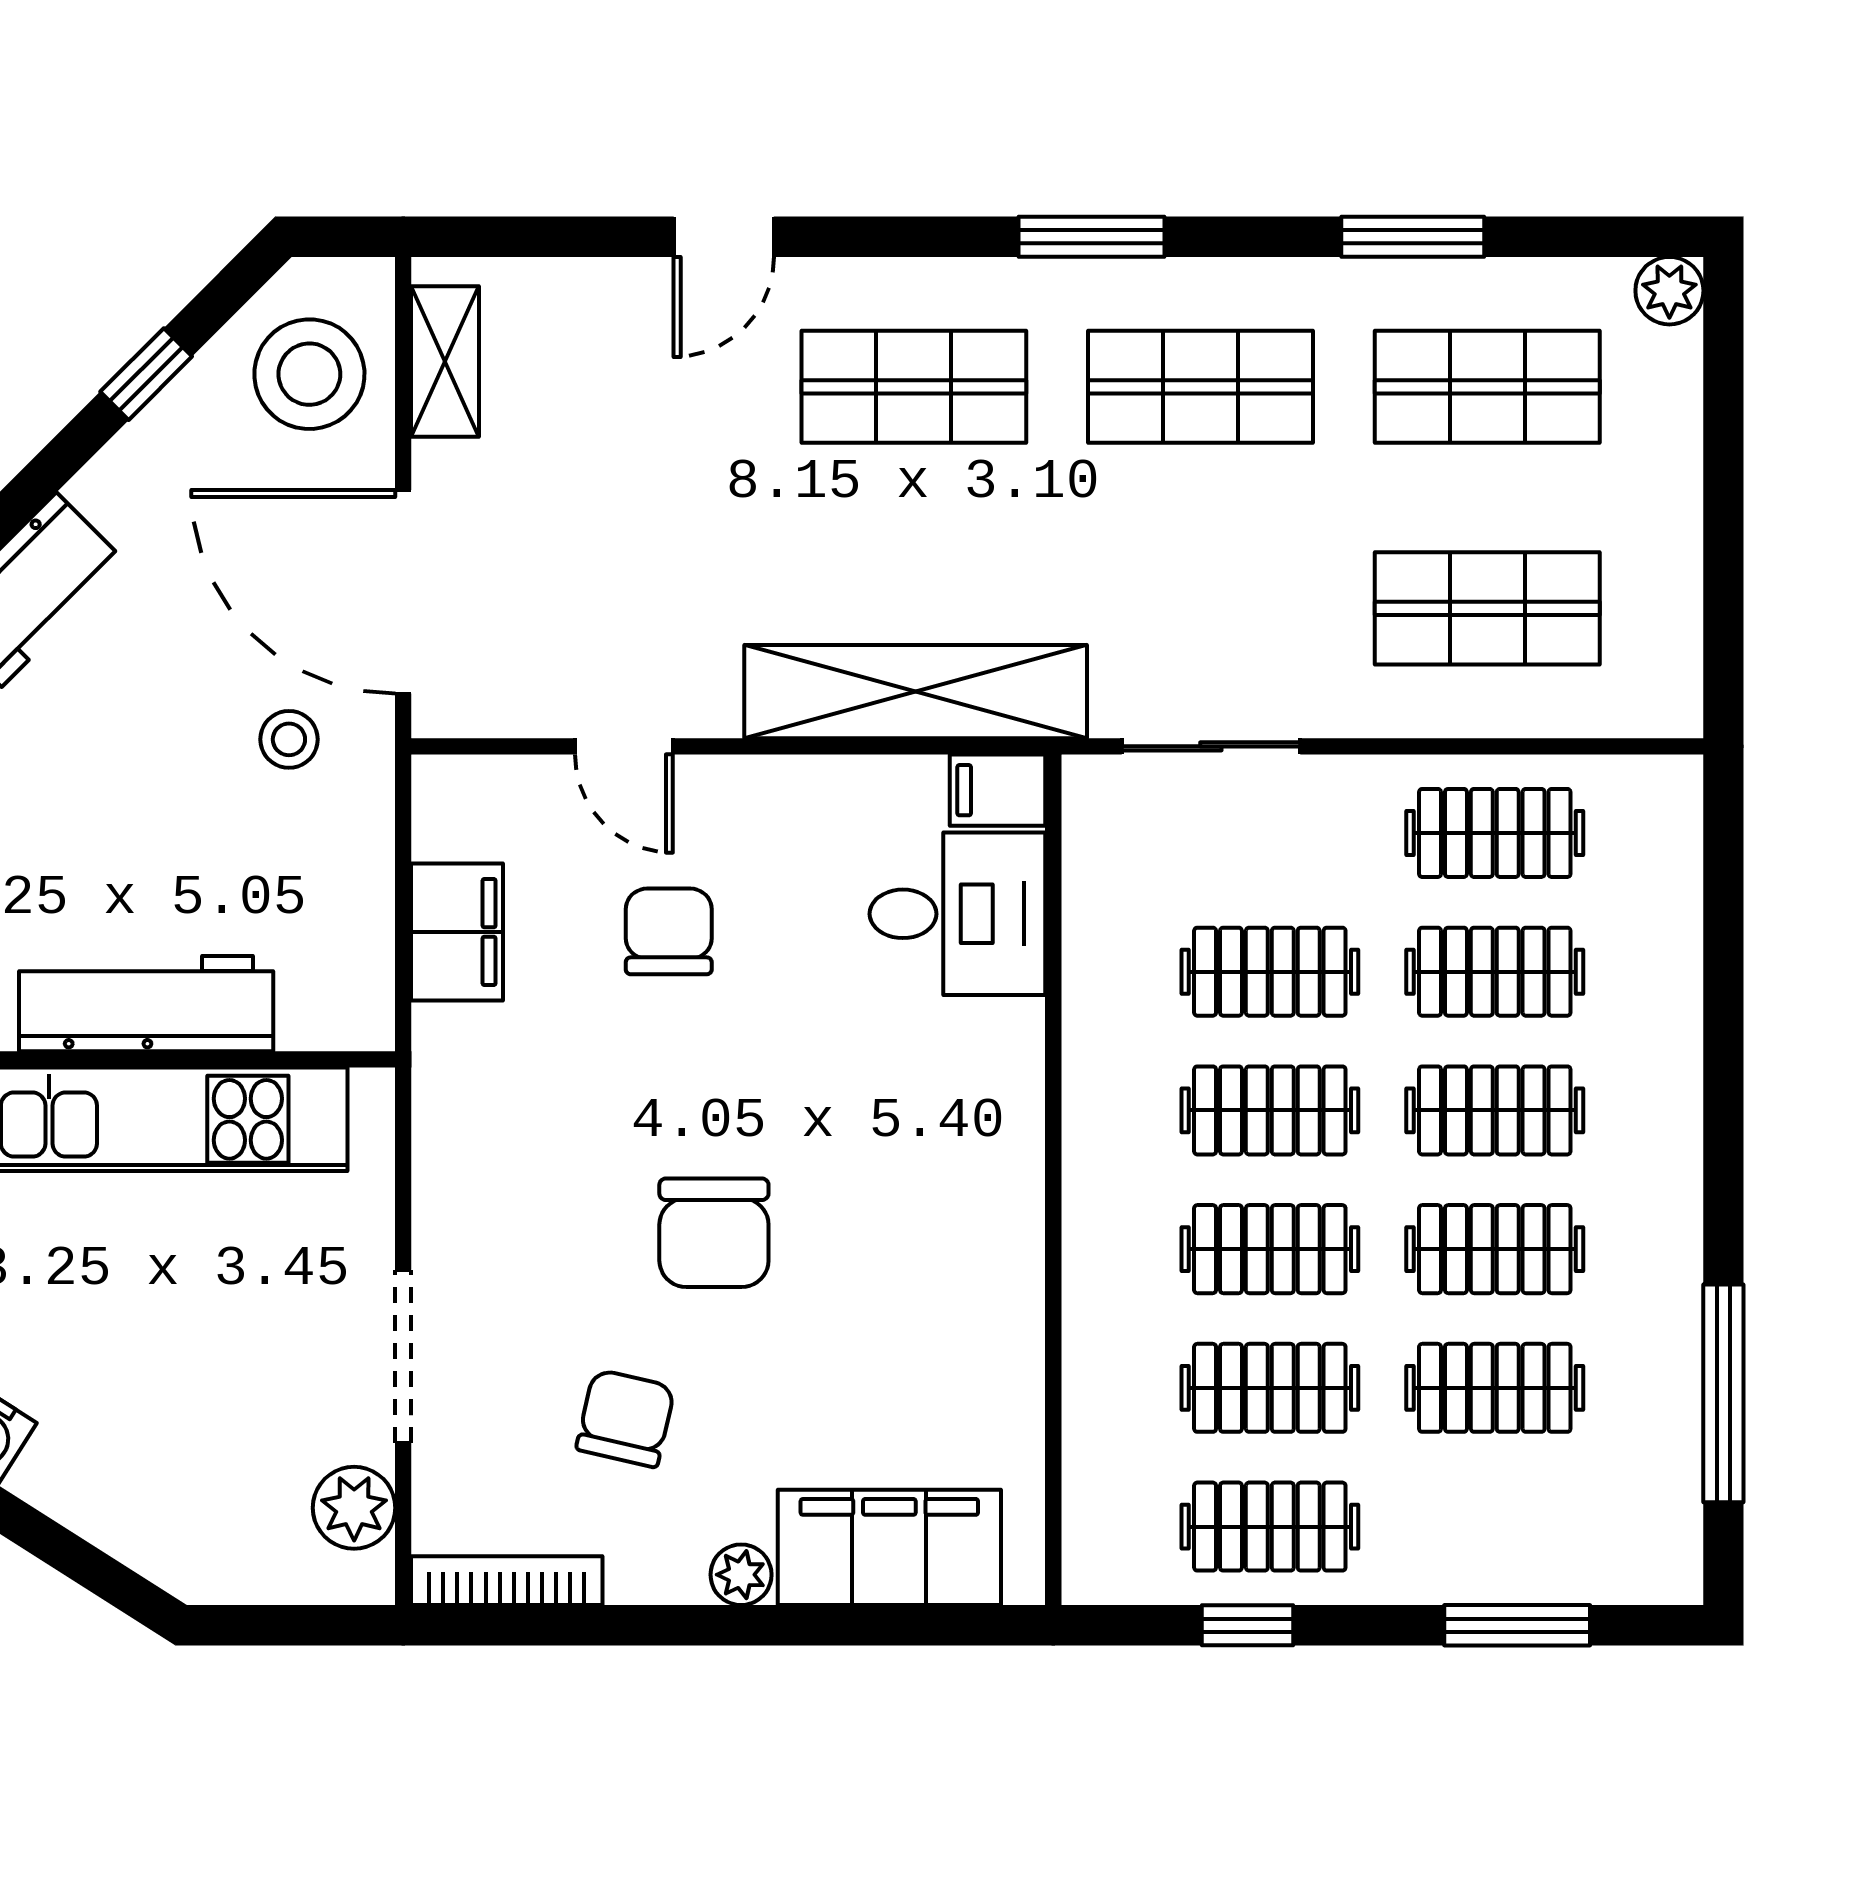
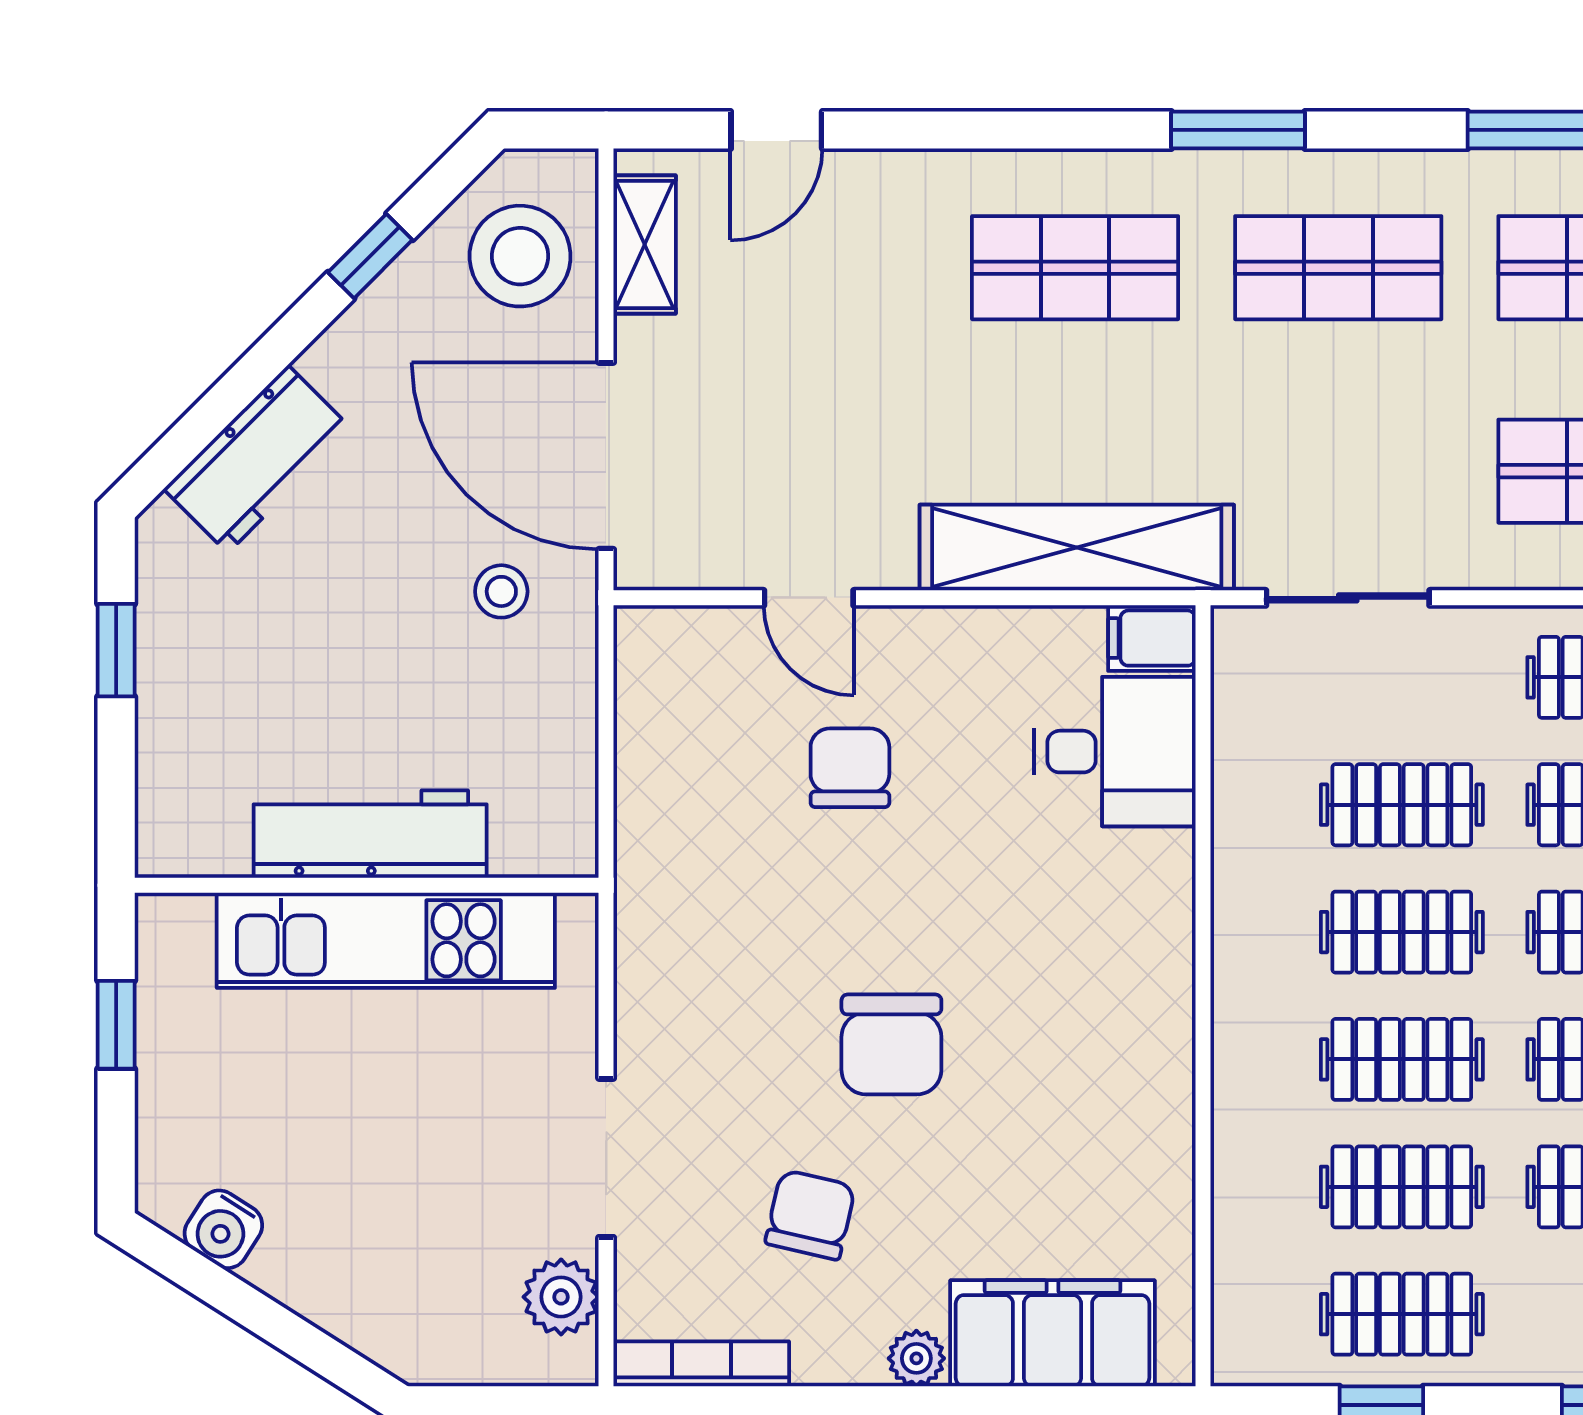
door: (724, 237) -> (776, 130), moved
filing cabinet: (457, 932) -> (656, 768), removed

